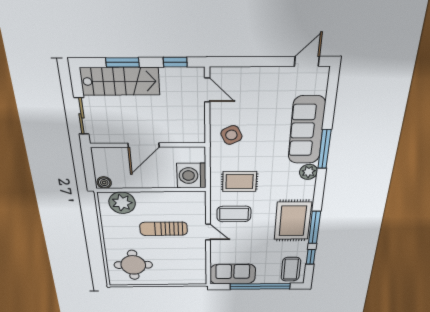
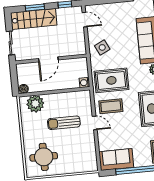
washing machine: (191, 176) -> (85, 83), width x0.53, depth x0.53
rug: (239, 182) -> (111, 80), width x1.36, depth x1.43

